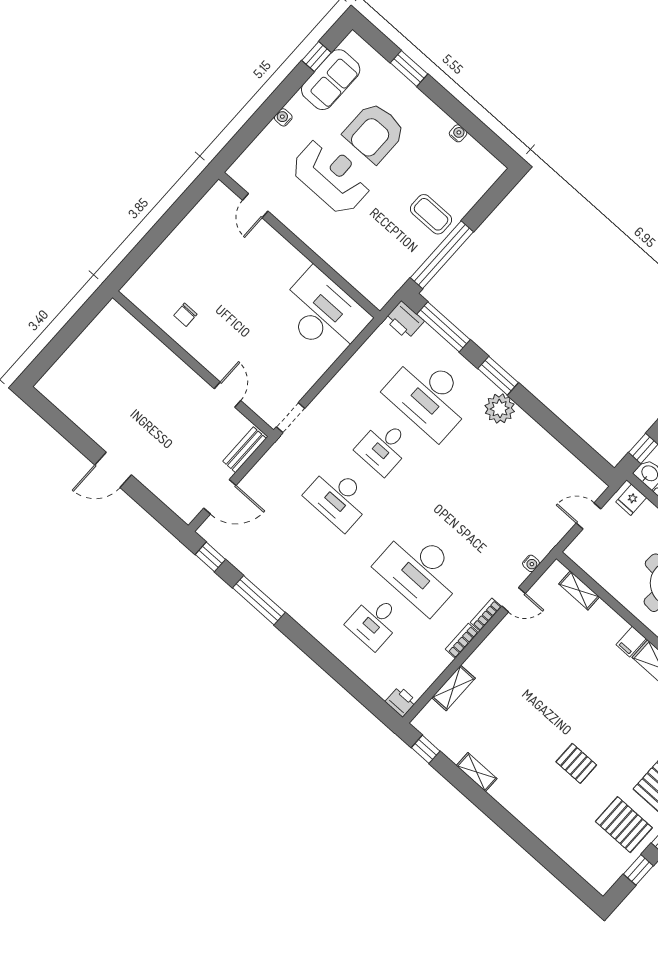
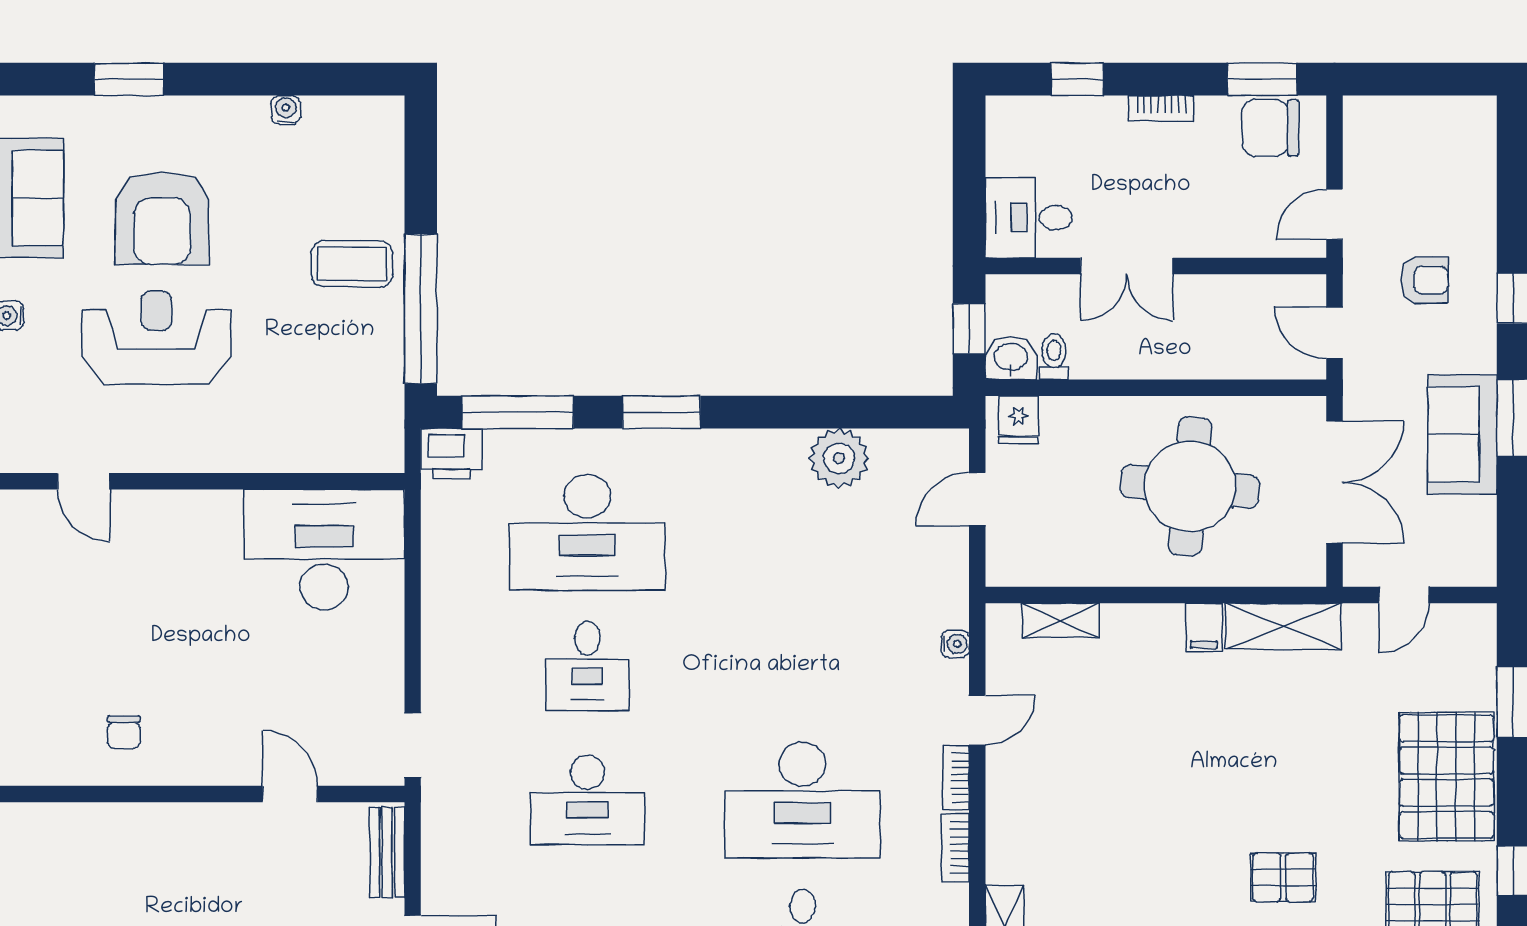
plant: (500, 409) -> (839, 458), moved

